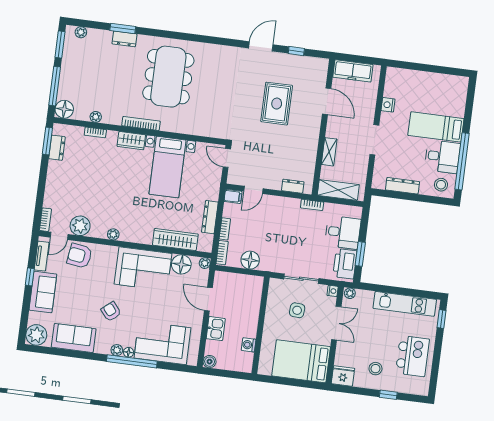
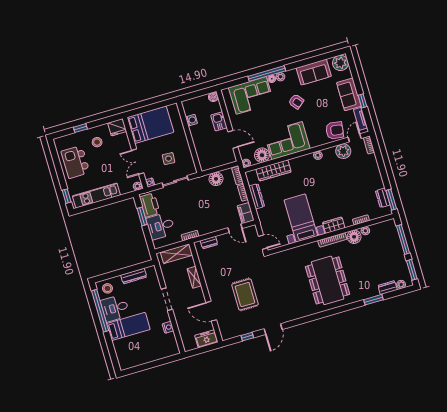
dresser: (124, 39) -> (388, 288), moved
freezer: (353, 71) -> (206, 339), width x0.71
floor lamp: (64, 109) -> (354, 237), moved
door: (253, 190) -> (235, 228), swing flipped
filing cabinet: (233, 196) -> (246, 213), width x2.00

